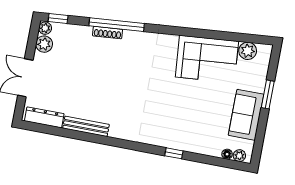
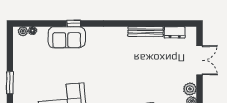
sofa: (246, 115) -> (67, 37), moved, turned 90
dresser: (44, 117) -> (175, 32), width x0.70

